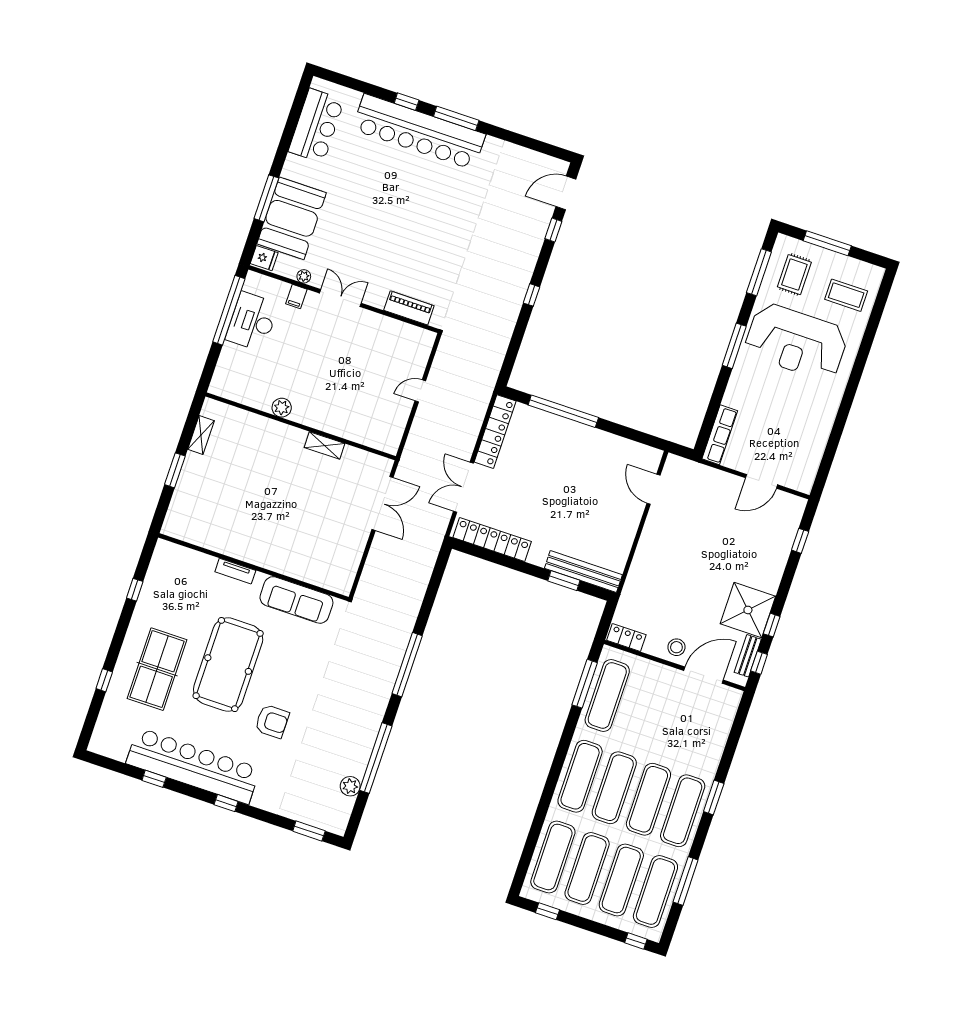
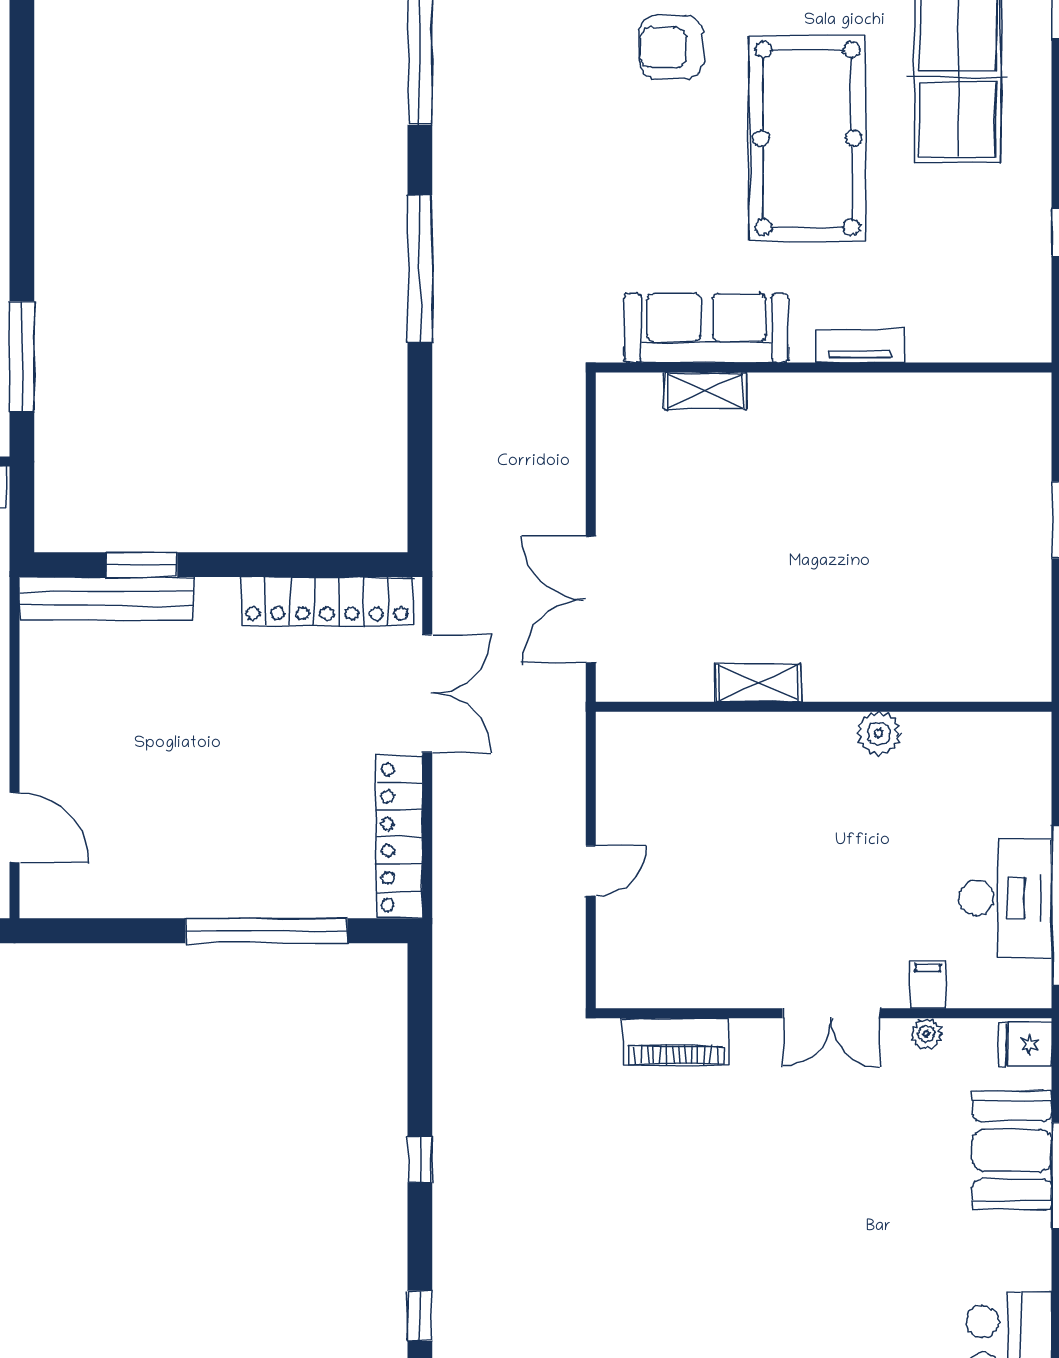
booth: (292, 218) -> (1012, 1150), width x0.73, depth x0.70
shelving: (201, 435) -> (705, 391), moved, turned 90

